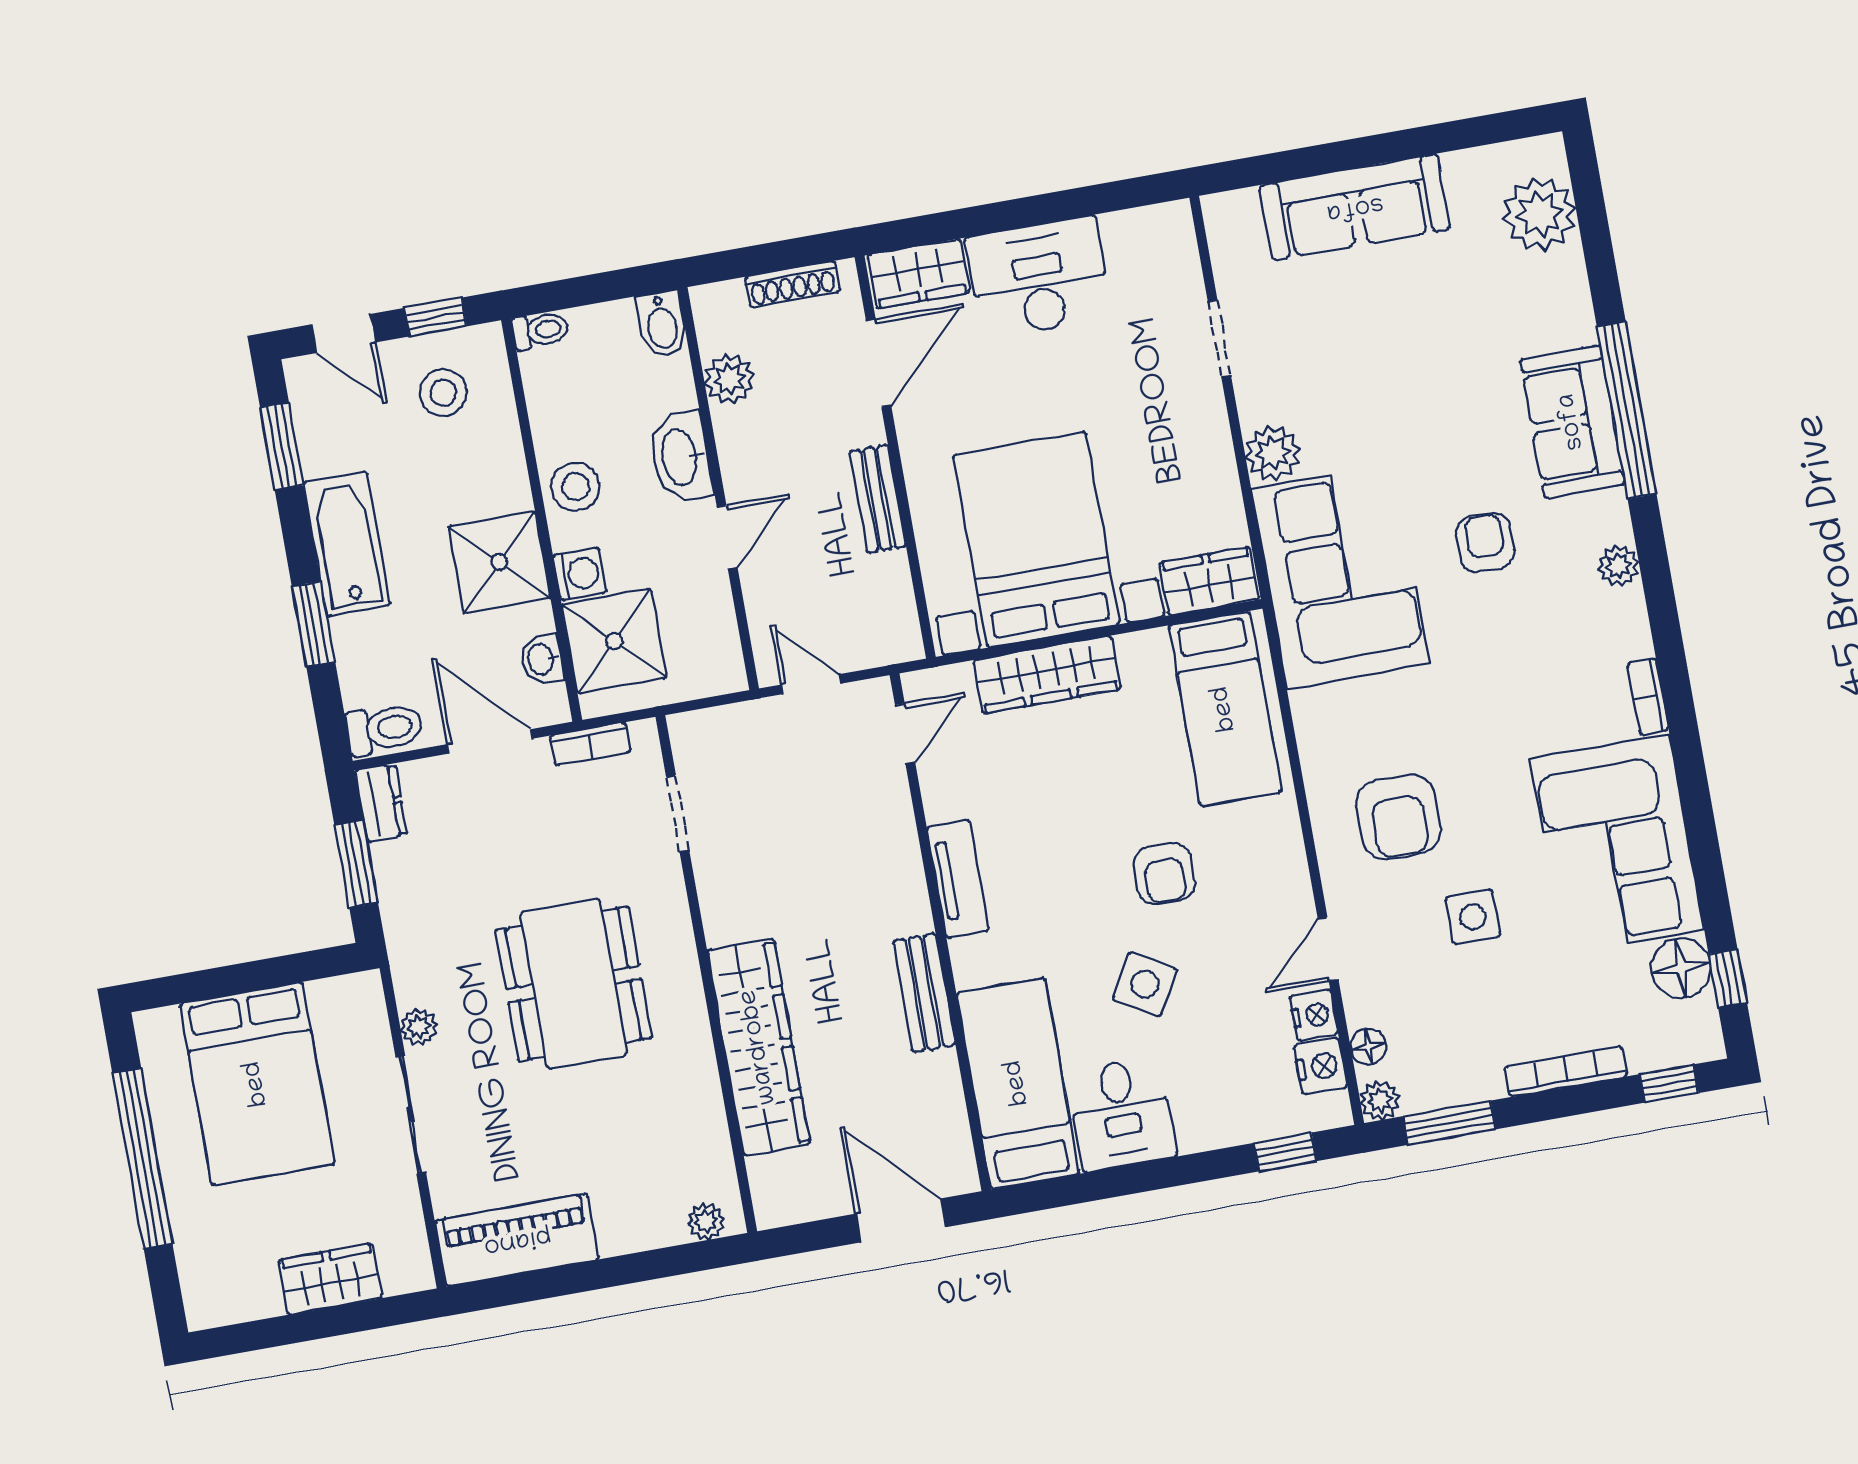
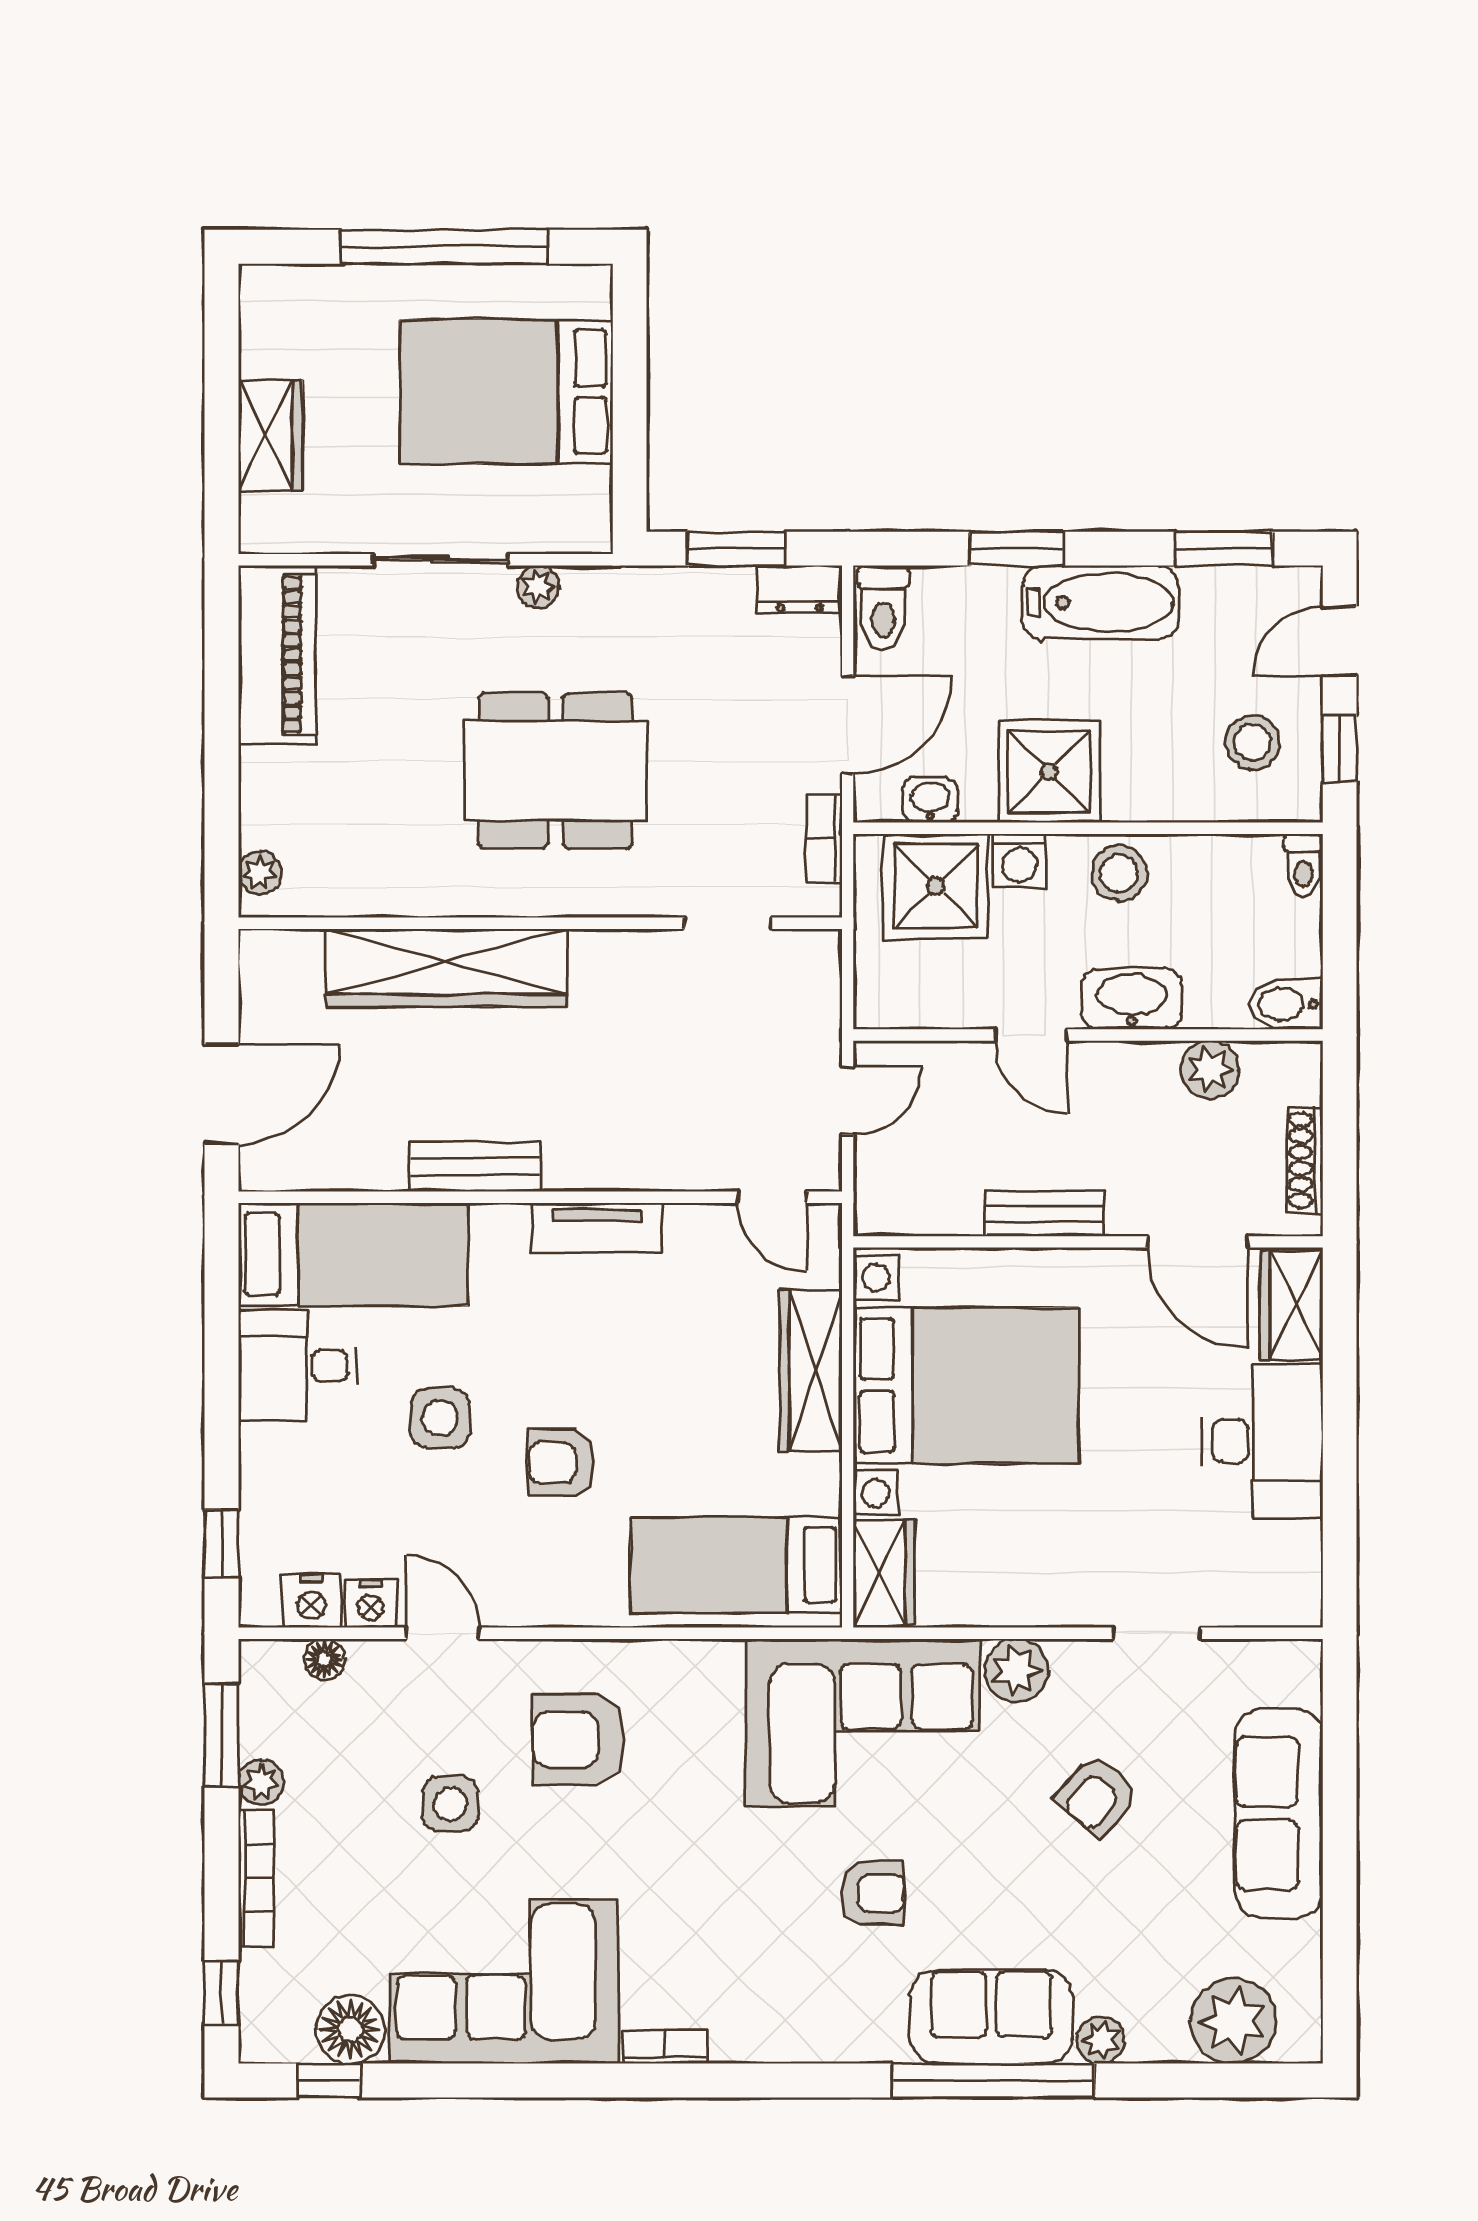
armchair: (1367, 365) -> (1097, 1795), added
plant: (1619, 566) -> (1101, 2040), moved
side table: (1145, 984) -> (440, 1418), turned -30
plant: (1380, 1100) -> (261, 1782), moved

